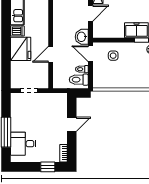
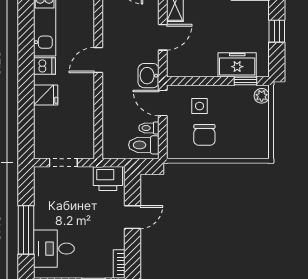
fridge: (21, 49) -> (46, 95), width x0.53, depth x0.75
door: (51, 54) -> (98, 60), moved
chair: (116, 73) -> (204, 135), added
printer: (57, 100) -> (108, 178), added

